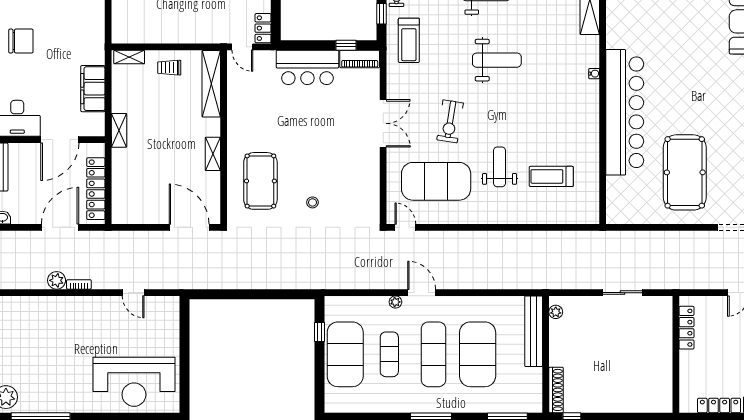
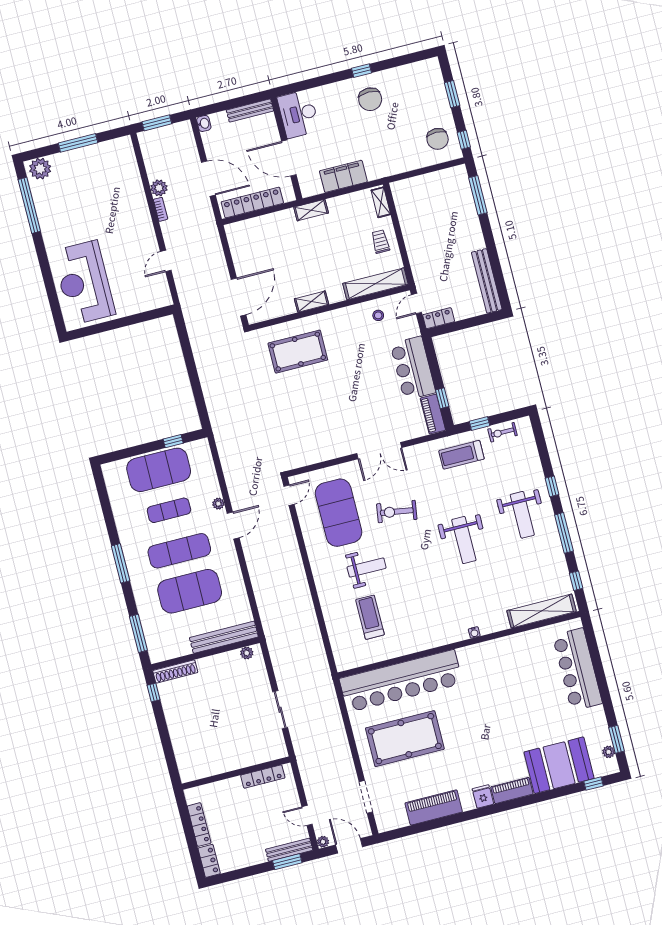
bar counter: (625, 112) -> (401, 681), moved
stool: (312, 202) -> (378, 315), moved

